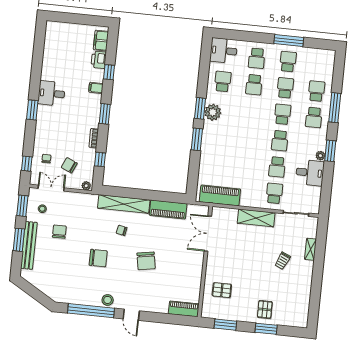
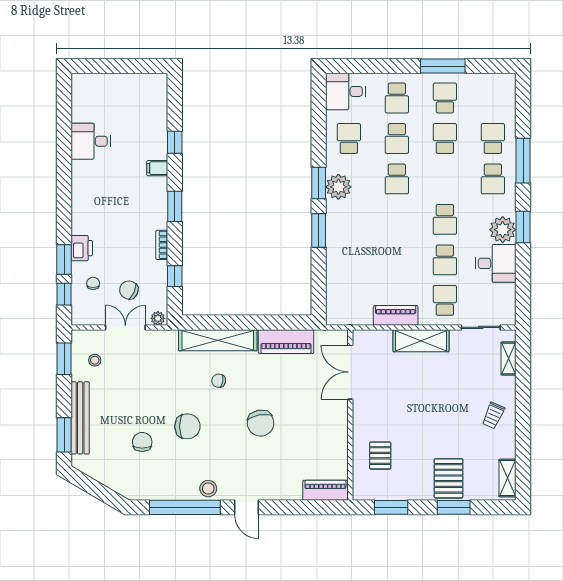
filing cabinet: (101, 41) -> (157, 95), removed
printer: (99, 60) -> (82, 248), moved, turned 180
desk: (52, 93) -> (91, 141), moved
window: (32, 110) -> (64, 260), moved
school desk: (283, 114) -> (397, 179), moved, turned 180
plant: (320, 156) -> (503, 230), width x1.88, depth x1.88
double door: (51, 188) -> (125, 327), moved
piano: (220, 195) -> (396, 315), moved, width x0.73, depth x0.75
chair: (59, 232) -> (142, 442), moved
window: (19, 240) -> (64, 435), moved
shelving: (310, 249) -> (509, 358), moved
trolley: (283, 261) -> (493, 415), moved
pallet: (222, 290) -> (380, 456), turned 90
pallet: (265, 309) -> (449, 478), width x1.50, depth x1.42
shelving: (303, 313) -> (507, 478), added

